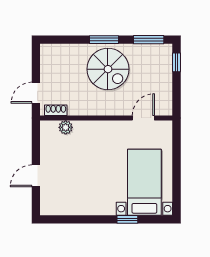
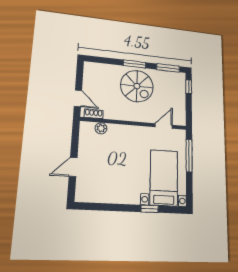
door: (36, 93) -> (78, 98), swing flipped
window: (176, 153) -> (189, 156), added

